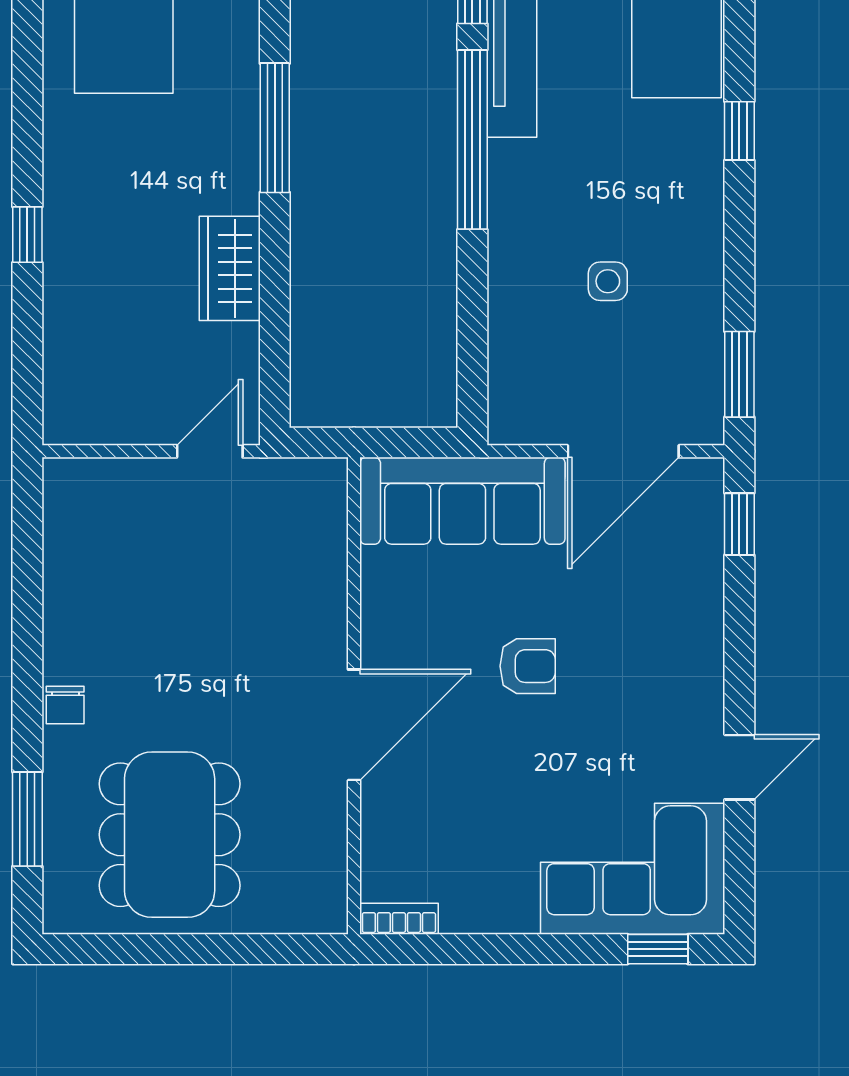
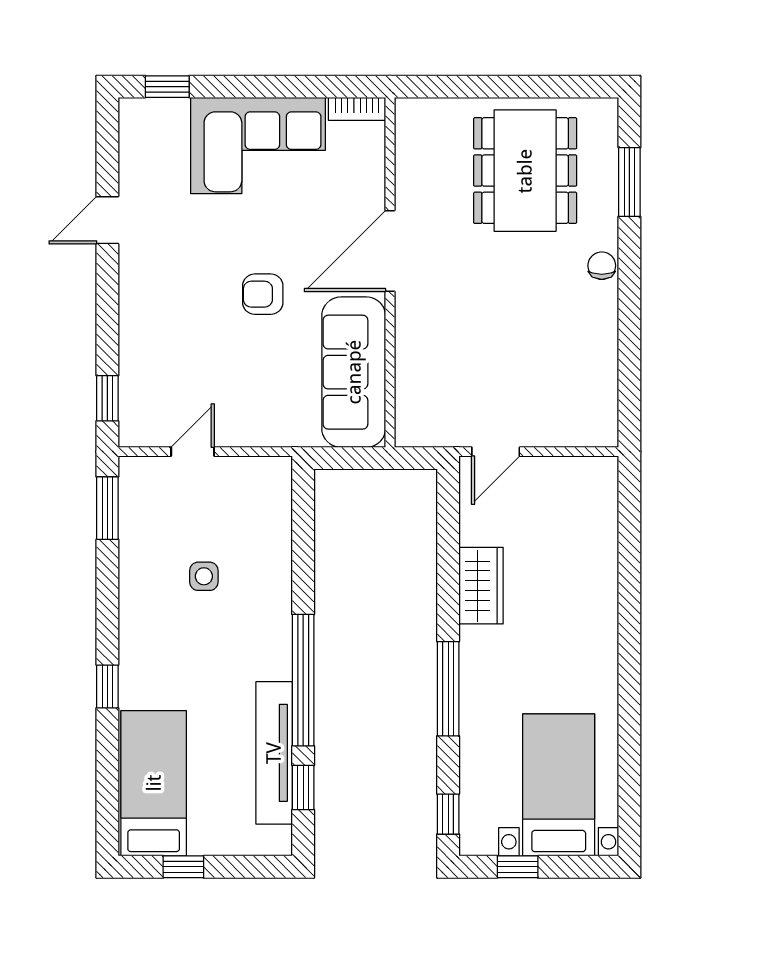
window: (27, 235) -> (629, 610), removed
door: (623, 451) -> (193, 452), width x0.53
sofa: (462, 501) -> (354, 372), moved, turned -90
corner sofa: (633, 869) -> (258, 146), moved

